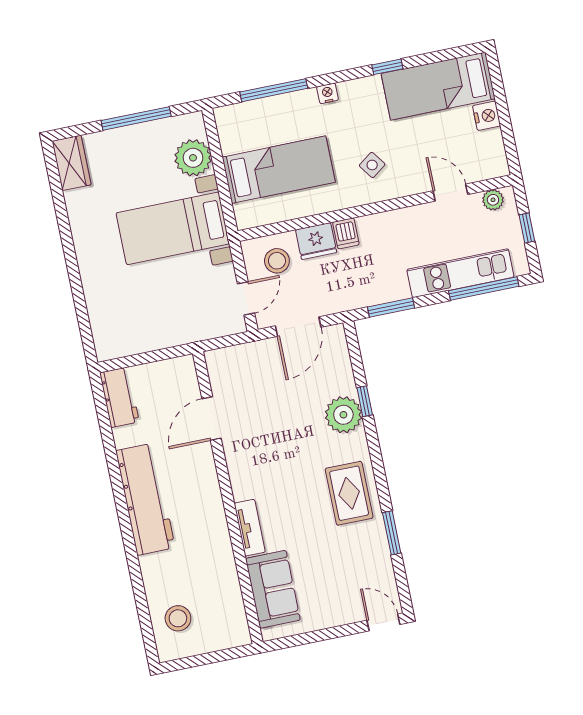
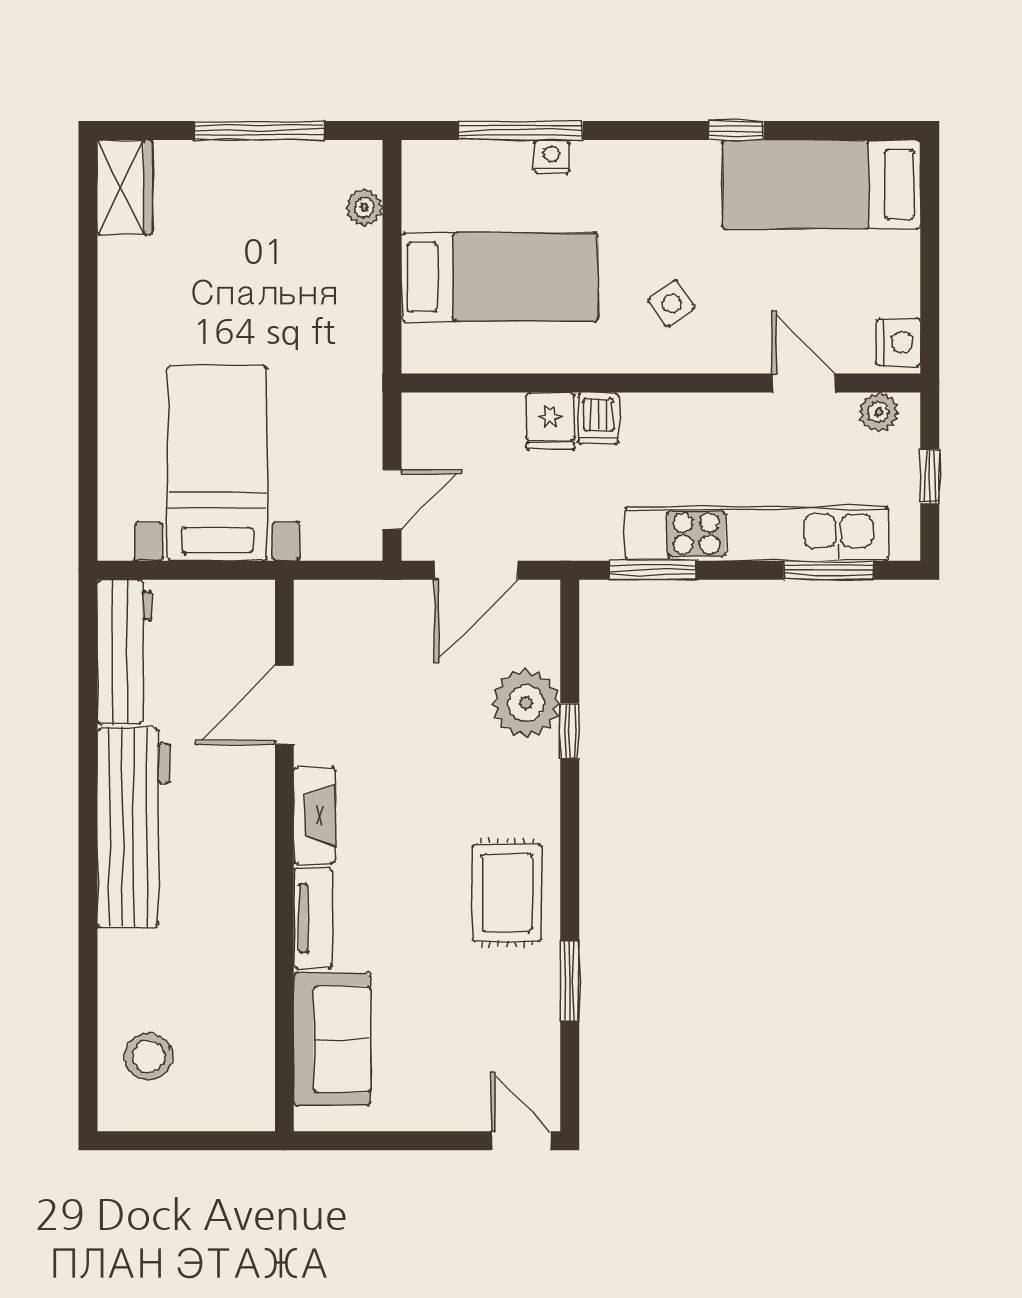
nightstand: (328, 93) -> (552, 156), moved
nightstand: (487, 116) -> (898, 342), moved
plant: (193, 158) -> (364, 207), width x0.53, depth x0.53
bed with nightstands: (173, 228) -> (217, 463), moved, turned 90
fridge: (316, 241) -> (550, 421), width x0.72
stool: (277, 261) -> (462, 442), removed
kitchen unit: (460, 273) -> (757, 534), width x1.36
window: (484, 288) -> (829, 570), width x0.69
workbench: (119, 397) -> (124, 652), width x1.38
plant: (343, 415) -> (526, 703), moved
fireplace: (239, 473) -> (314, 816), added

